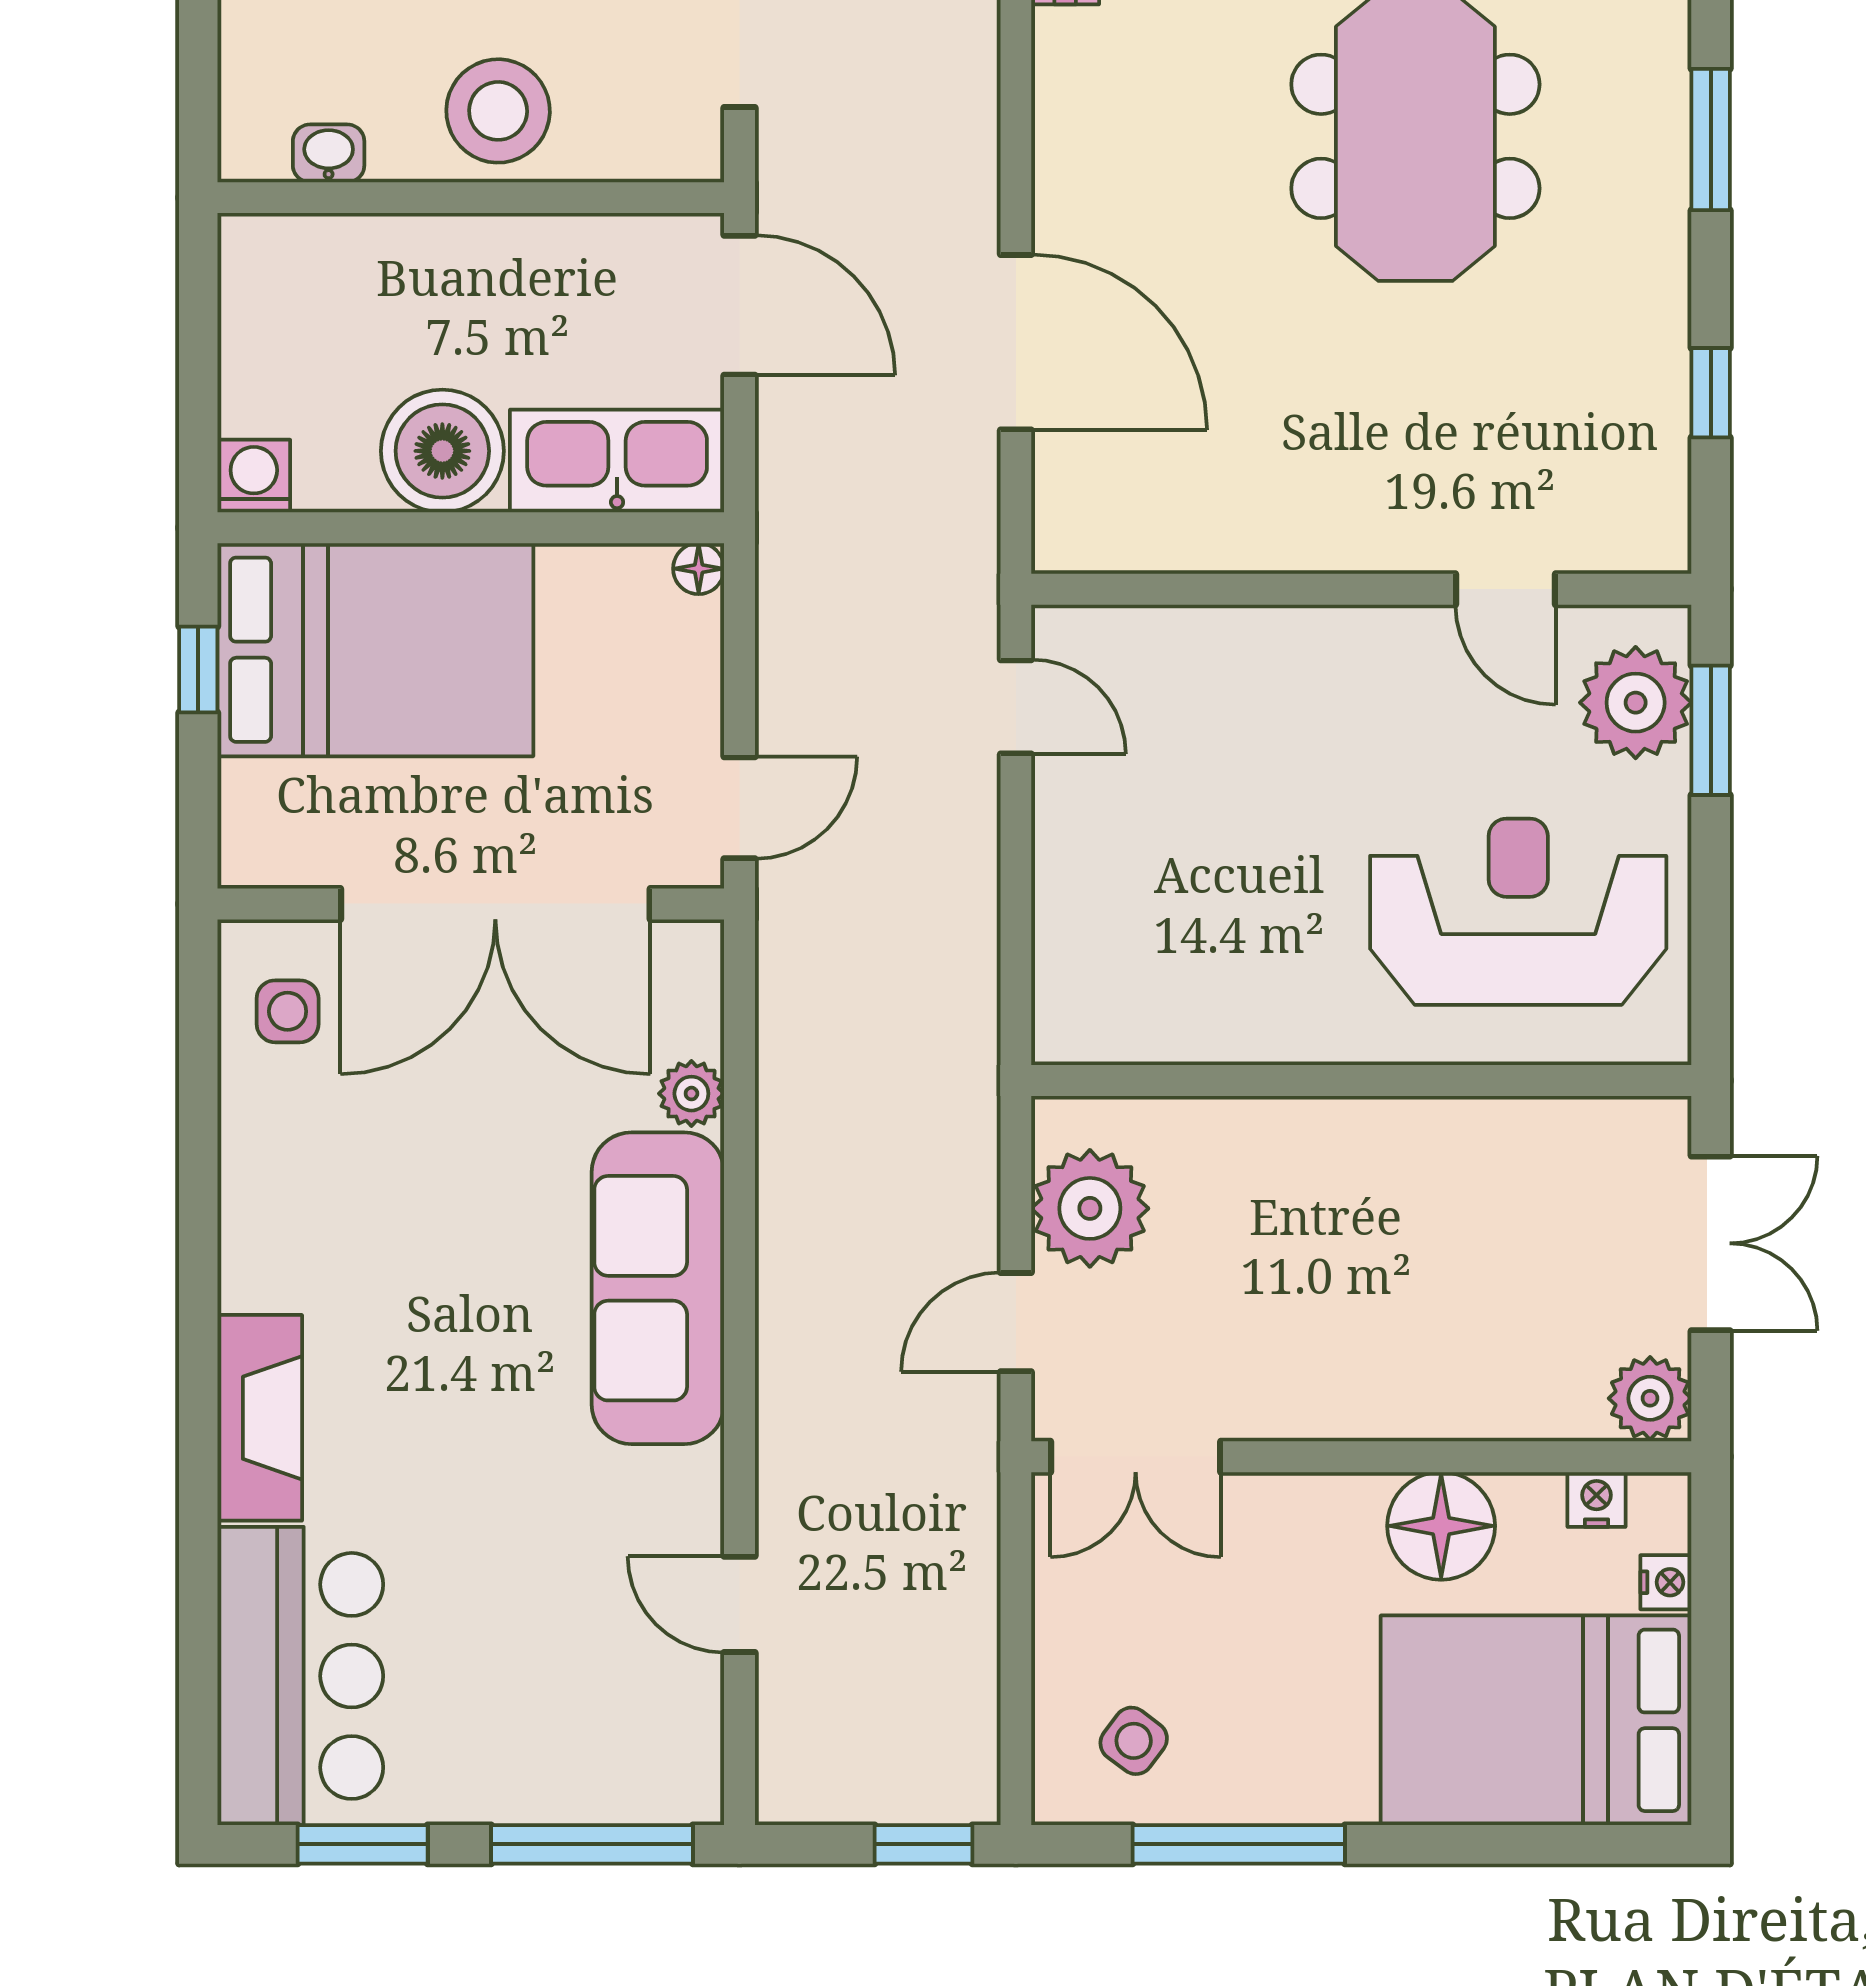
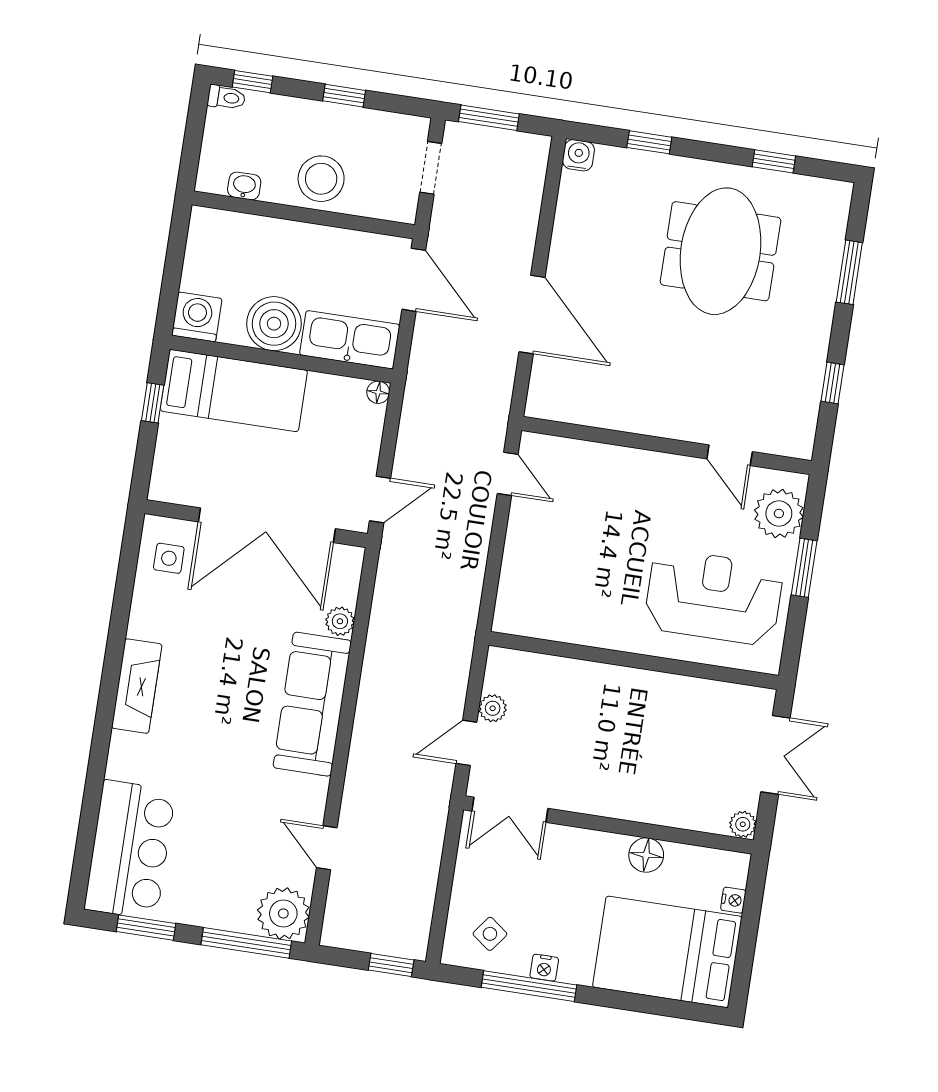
washing machine: (254, 476) -> (197, 317), width x1.38, depth x1.38
bed: (375, 650) -> (234, 391), width x0.67
window: (1711, 730) -> (804, 568), moved
plant: (1090, 1208) -> (493, 708), width x0.53, depth x0.53
plant: (1650, 1398) -> (743, 824), width x0.73, depth x0.73
fireplace: (260, 1418) -> (137, 686), moved
nightstand: (1597, 1500) -> (544, 968), moved, turned 180
floor lamp: (1441, 1526) -> (646, 855), width x0.73, depth x0.73
plant: (665, 1766) -> (283, 913), added

